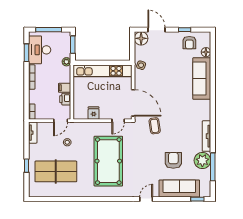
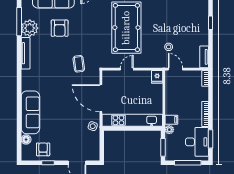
floor lamp: (141, 38) -> (93, 154), removed
filing cabinet: (65, 88) -> (171, 120), moved
printer: (65, 99) -> (171, 91), removed
door: (133, 103) -> (101, 98), moved
fridge: (94, 113) -> (157, 77), moved
door: (61, 121) -> (175, 69), hinge flipped
door: (118, 121) -> (127, 69), moved
table tennis table: (56, 171) -> (180, 17), removed

